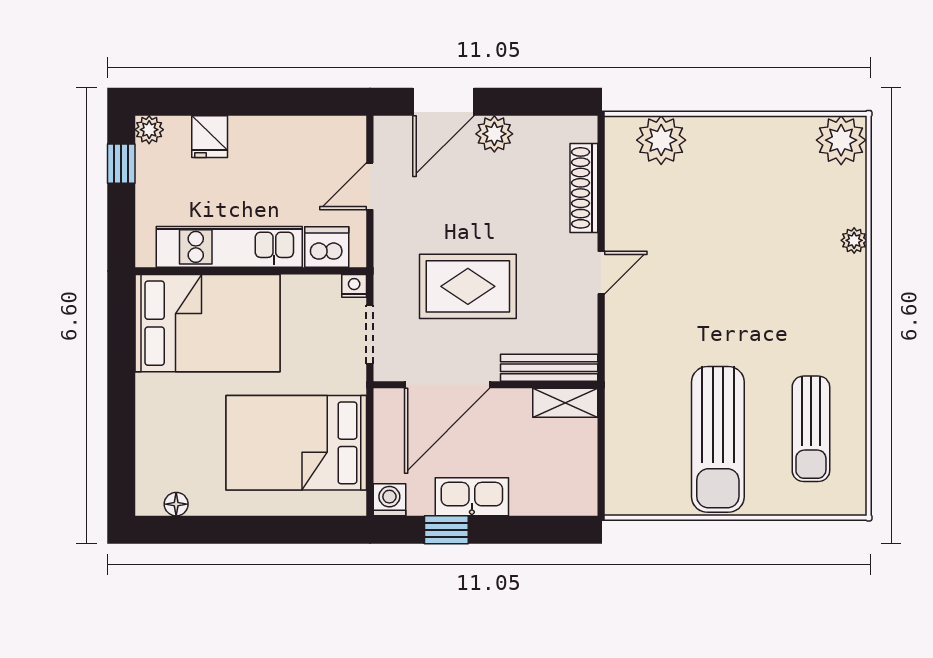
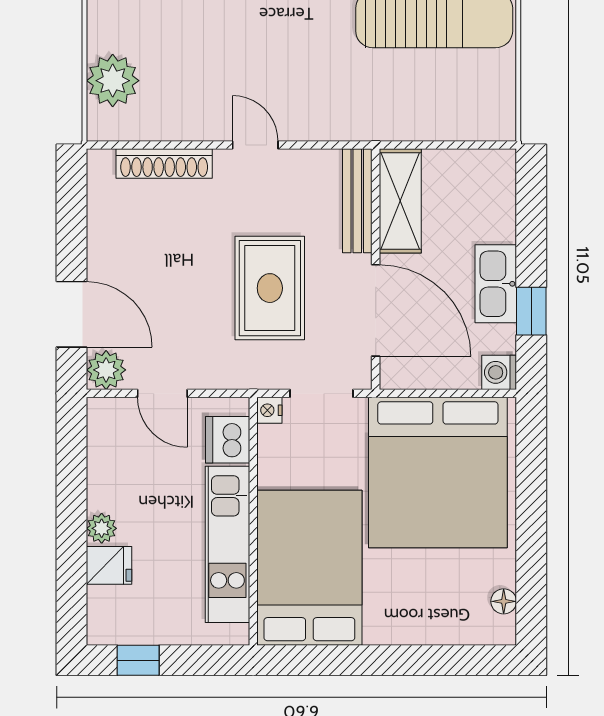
plant: (149, 130) -> (102, 528), moved
plant: (494, 134) -> (106, 370), moved
shelving: (565, 403) -> (400, 201), width x1.50, depth x1.33
bed: (296, 443) -> (438, 472), width x1.36

